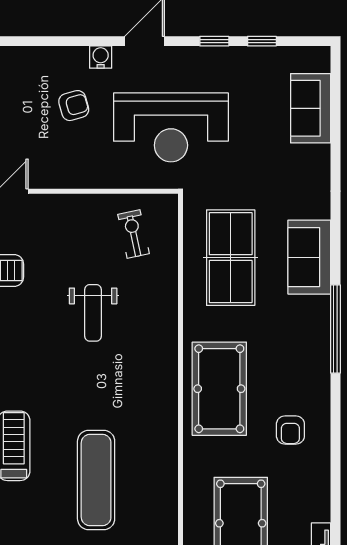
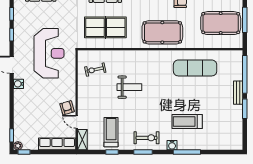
armchair: (74, 106) -> (67, 108), moved
exercise mat: (96, 480) -> (195, 68), moved

